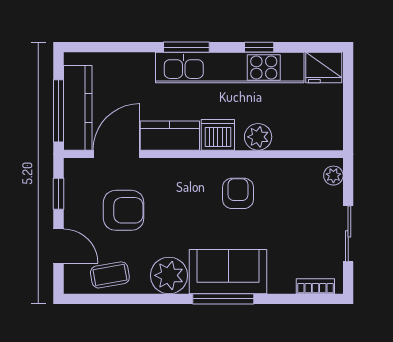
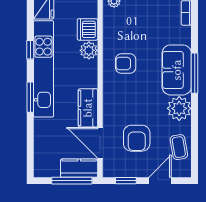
kitchen counter: (78, 108) -> (79, 168), width x0.67
dishwasher: (218, 135) -> (87, 29), moved
armchair: (124, 210) -> (137, 138), turned 180

